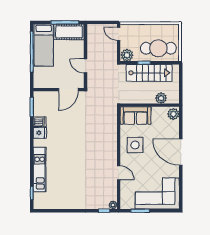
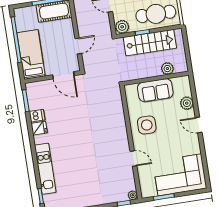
bed: (44, 45) -> (31, 54), moved, turned 180
door: (86, 66) -> (78, 46), swing flipped
door: (68, 90) -> (63, 75), hinge flipped
plant: (173, 114) -> (187, 103), moved
sofa: (136, 116) -> (155, 90), moved
door: (181, 152) -> (199, 125), width x0.53

